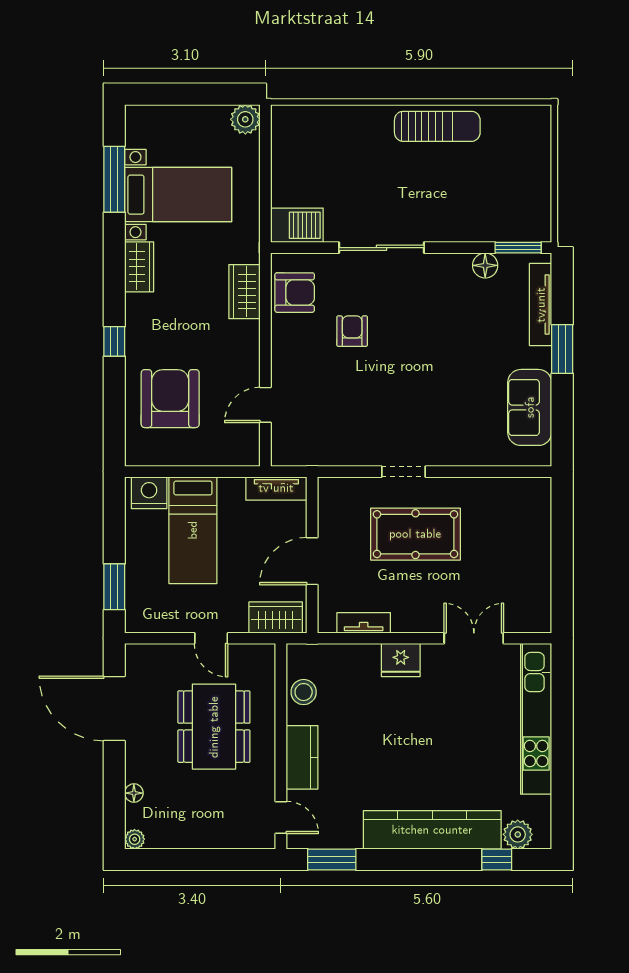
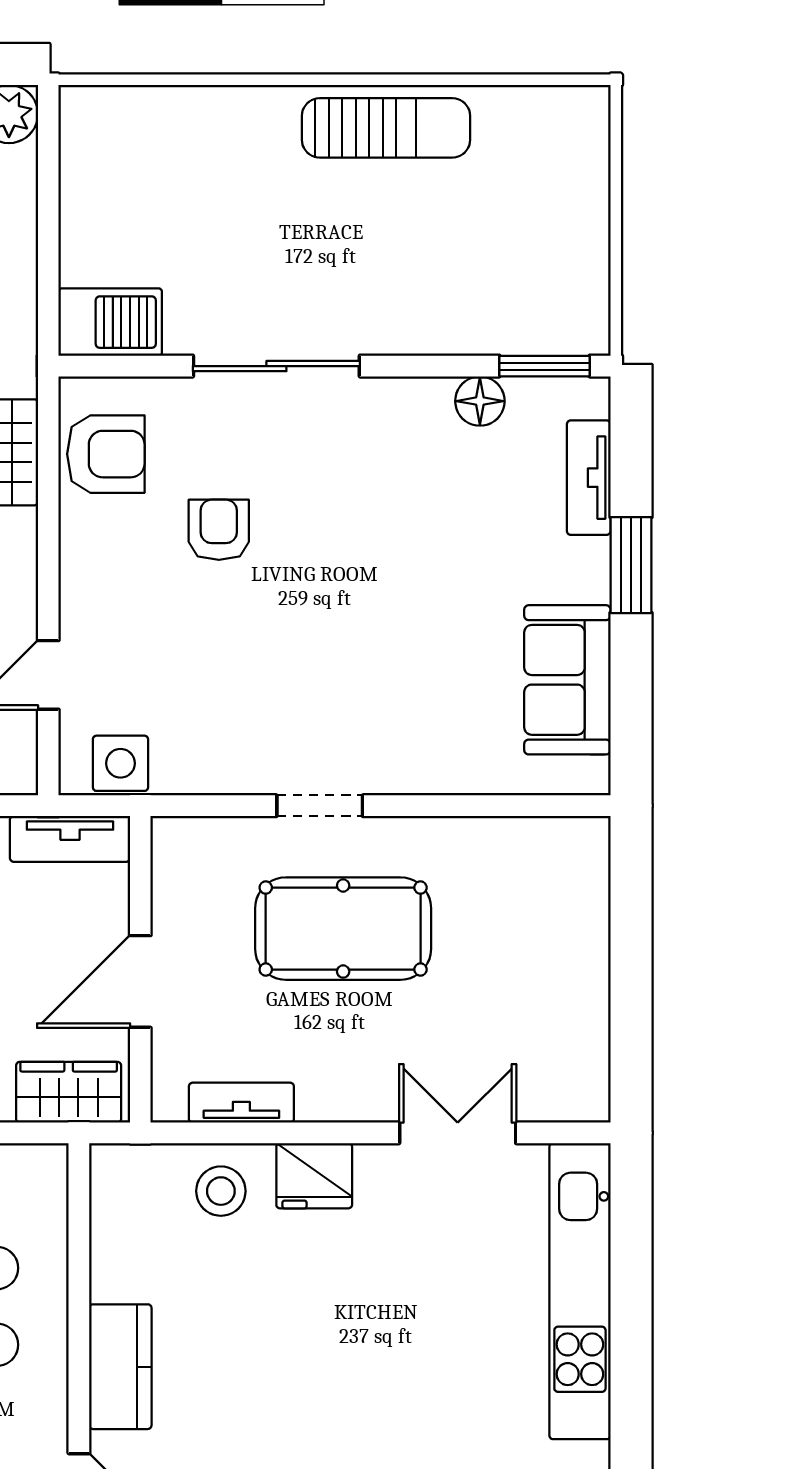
tv unit: (541, 305) -> (589, 478), width x0.71
side table: (302, 450) -> (120, 763), added
stool: (304, 692) -> (221, 1191), moved

